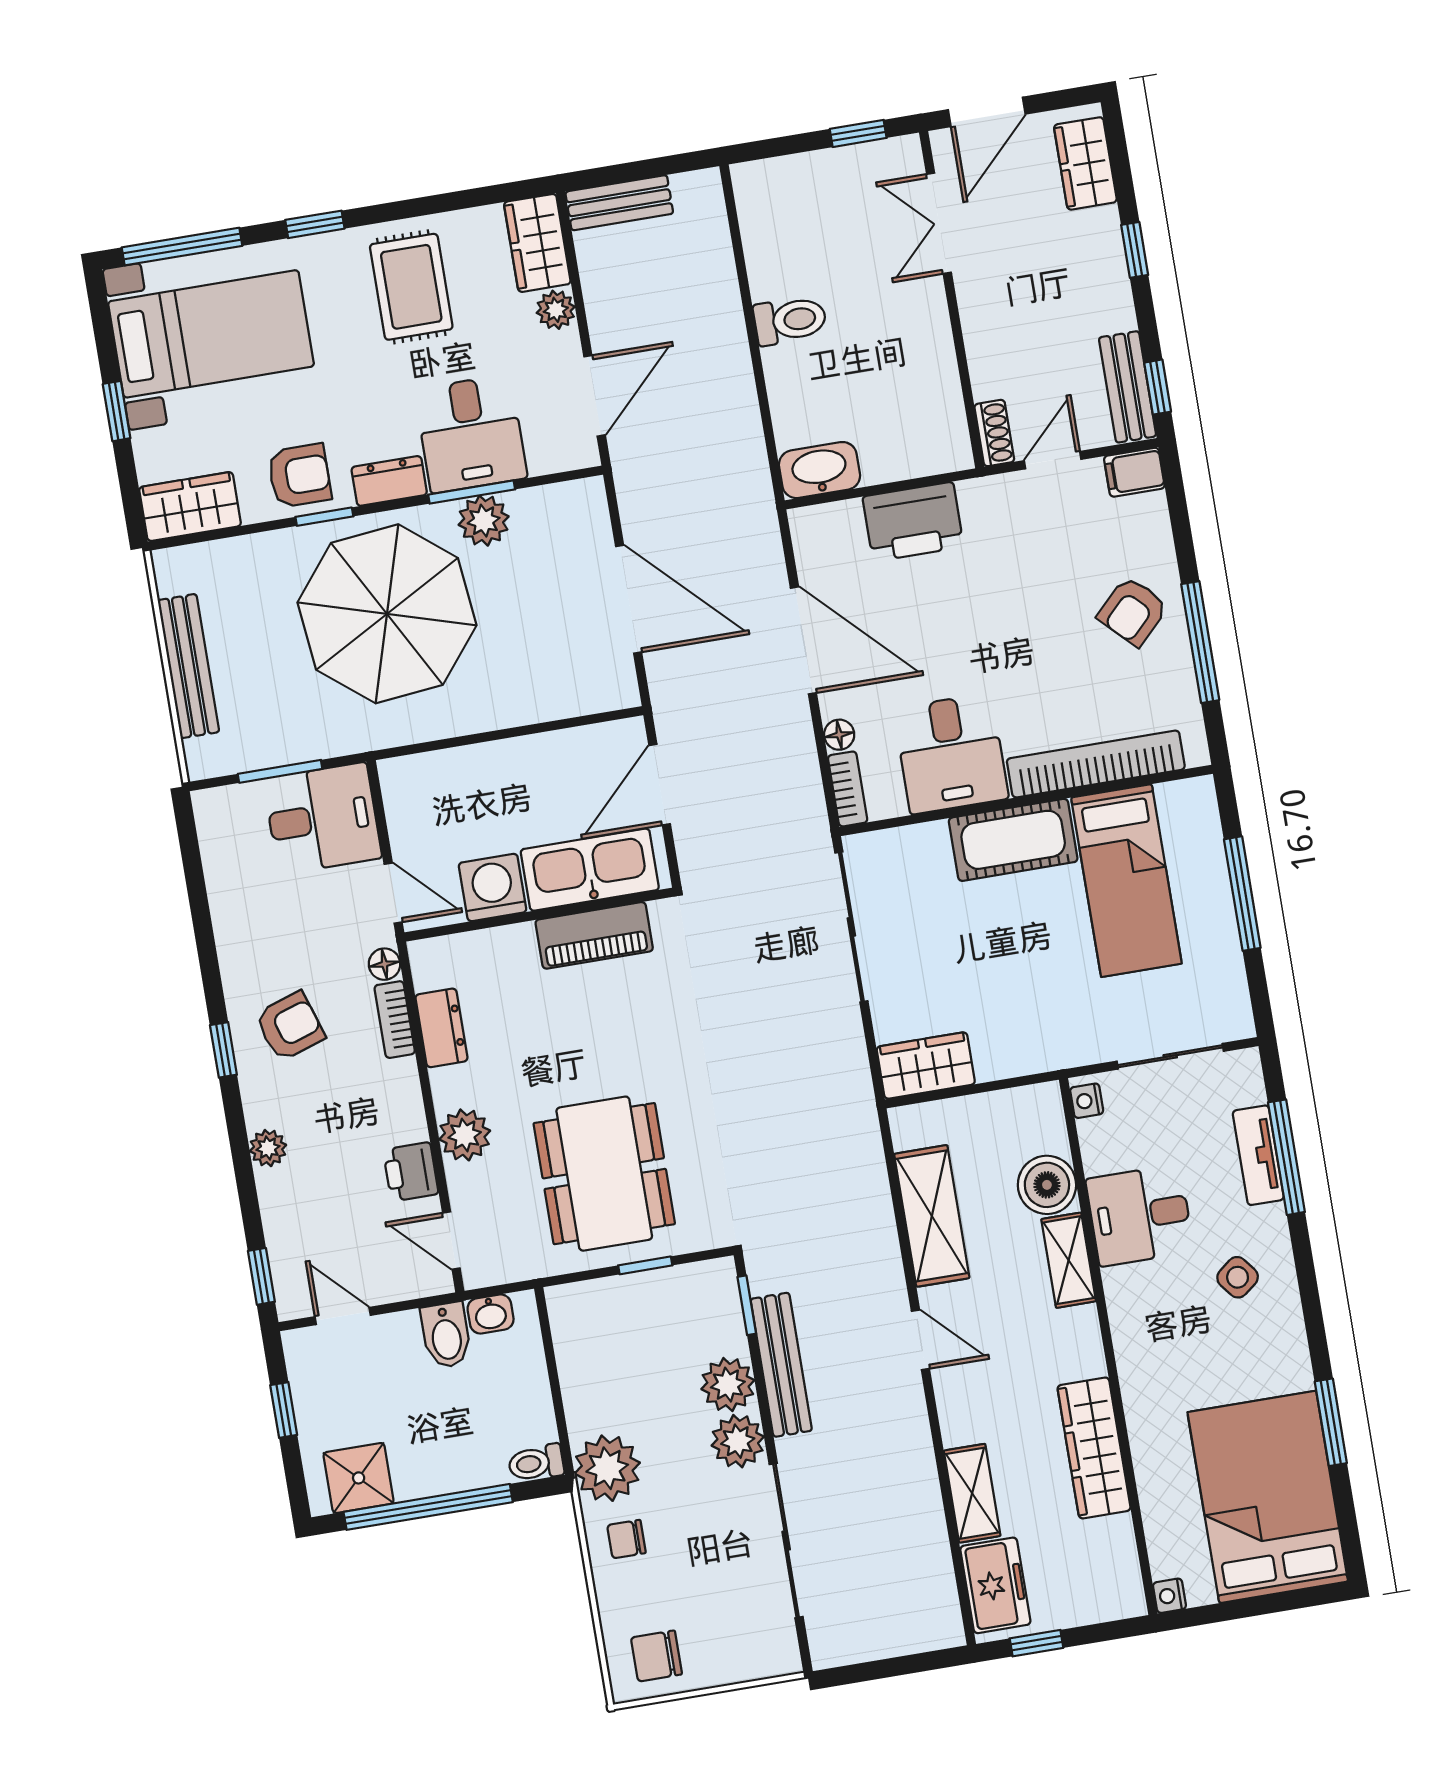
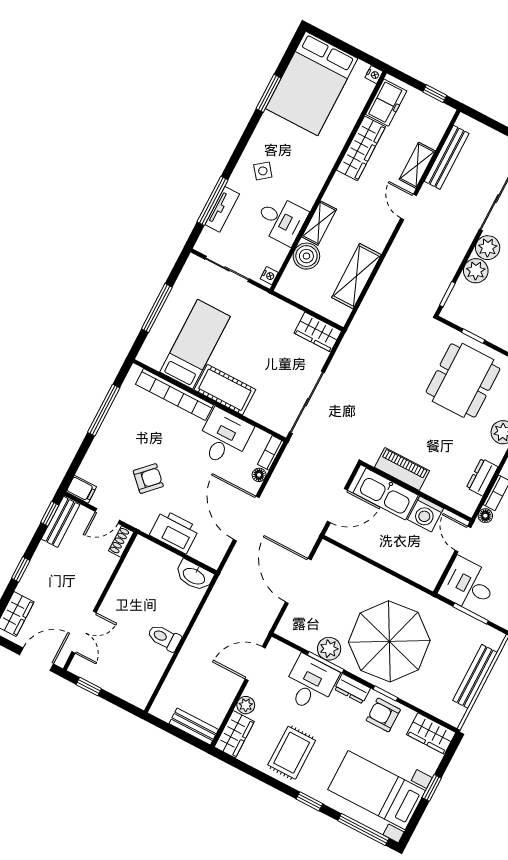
armchair: (1133, 611) -> (148, 479), moved
door: (920, 1340) -> (409, 207), moved
bench: (781, 1365) -> (447, 157), moved
freezer: (995, 1585) -> (386, 103), moved, turned 180

